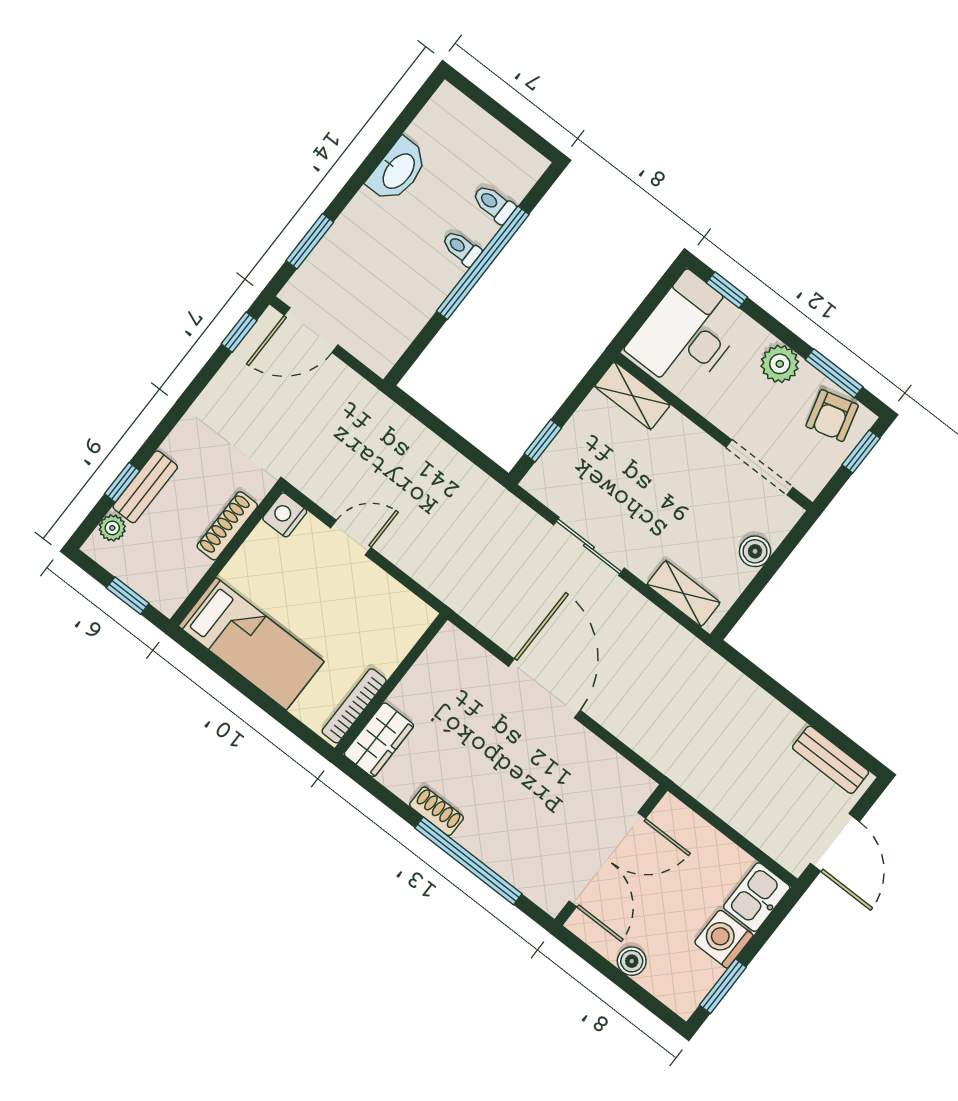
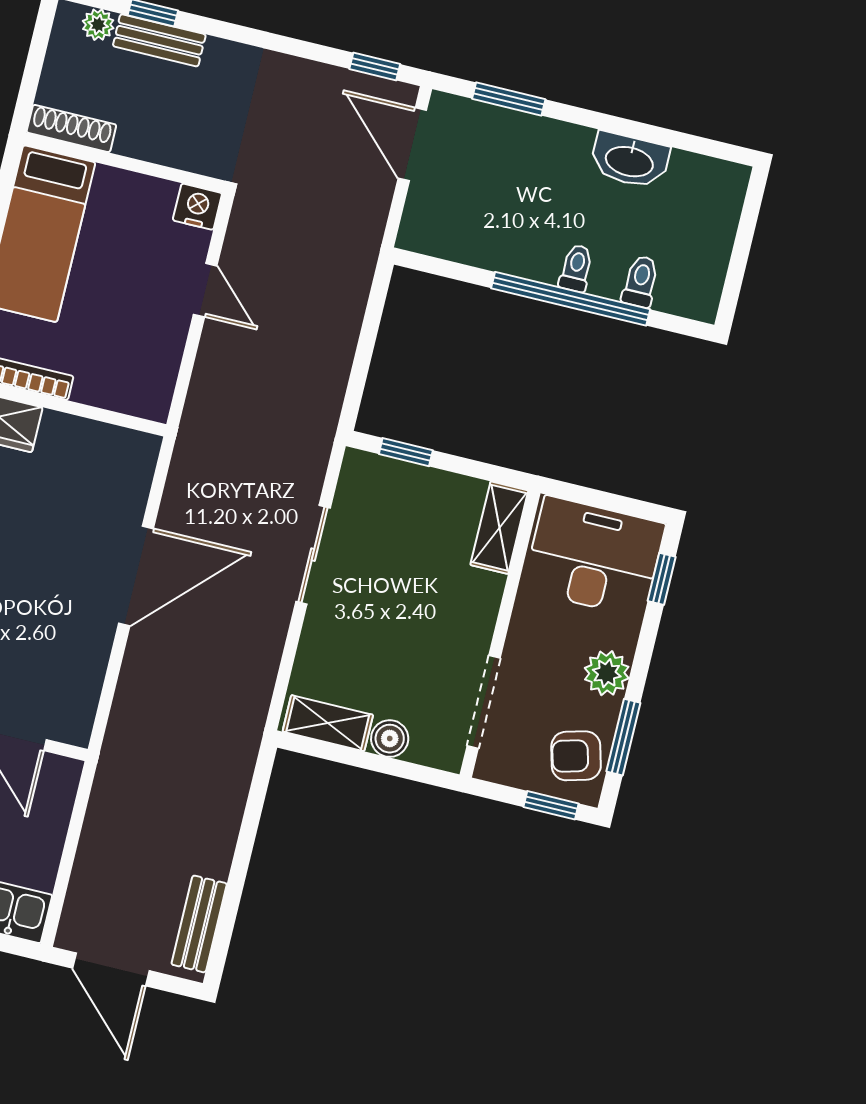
shoe rack: (227, 526) -> (71, 129), moved
shelving: (683, 594) -> (328, 723), moved, turned 90
window: (128, 596) -> (32, 75), removed
door: (835, 842) -> (111, 969), hinge flipped

